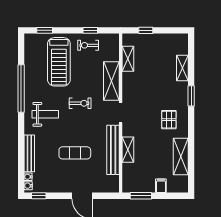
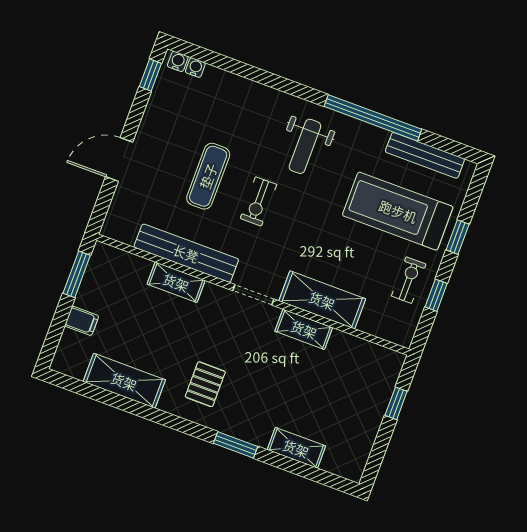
window: (45, 30) -> (458, 237), moved
shelving: (128, 59) -> (304, 329), moved
exercise bike: (80, 103) -> (258, 201), moved
pallet: (169, 120) -> (205, 384), turned 90
bench: (29, 153) -> (425, 155), moved

